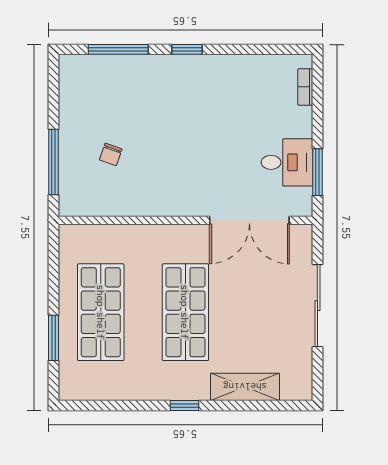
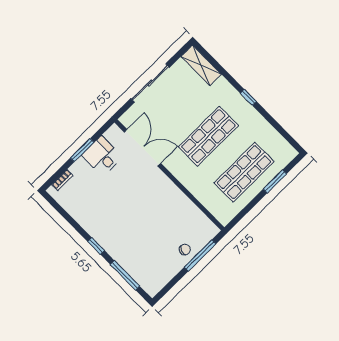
chair: (111, 154) -> (185, 250), moved
window: (317, 172) -> (82, 150), moved
shelving: (245, 387) -> (201, 65), moved

